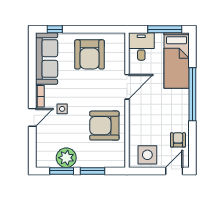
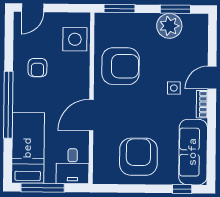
armchair: (178, 140) -> (37, 68), moved
side table: (147, 155) -> (75, 39), moved
window: (92, 171) -> (120, 9), moved

